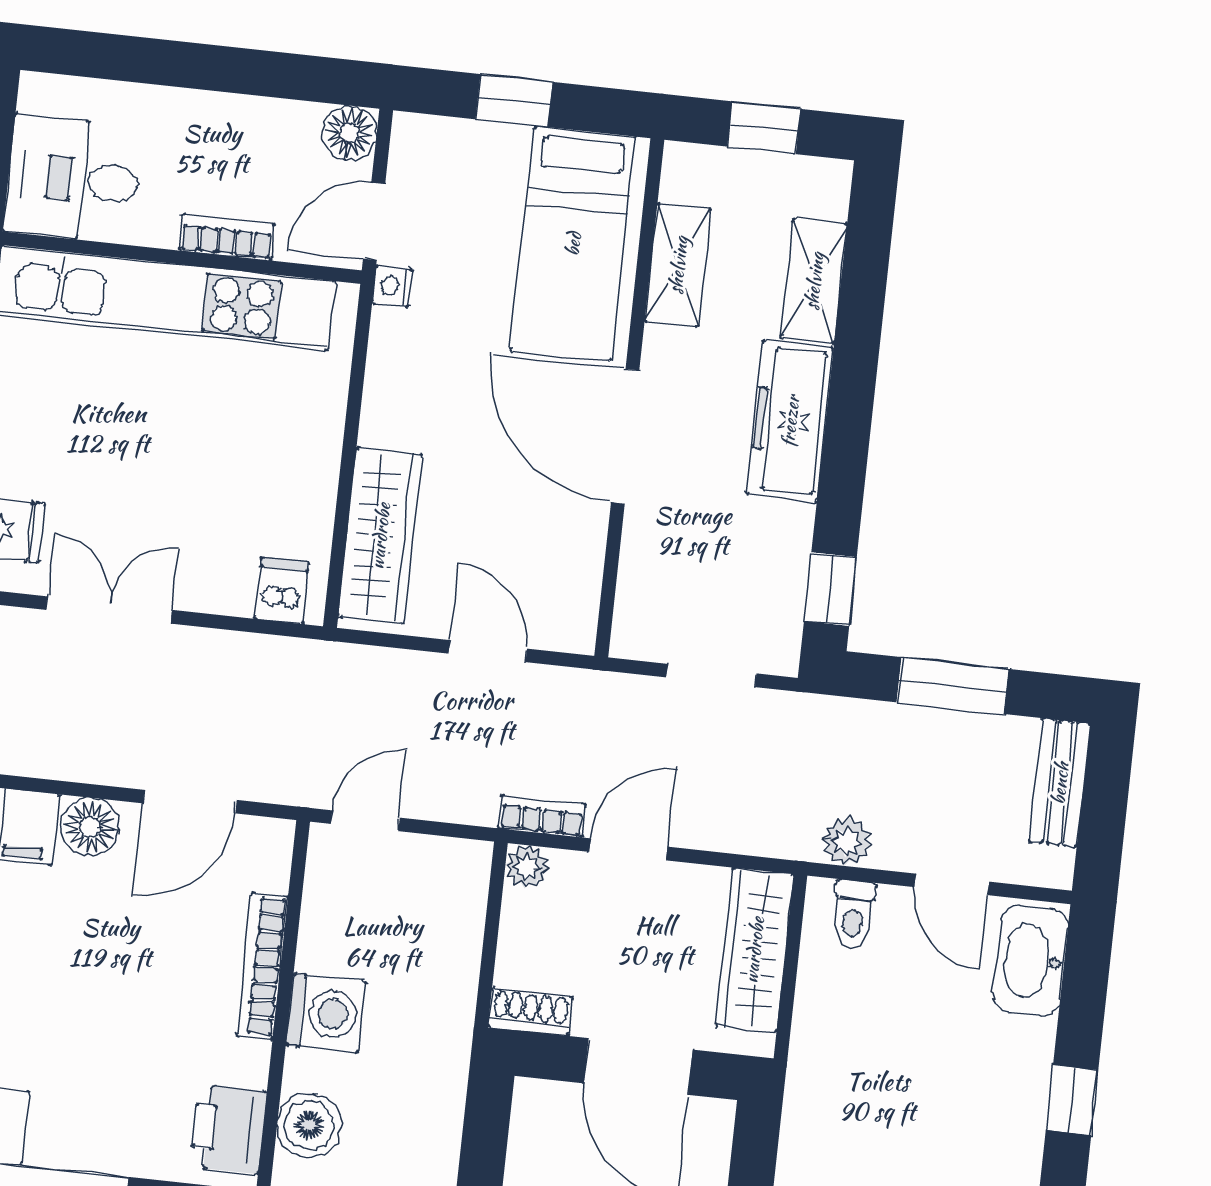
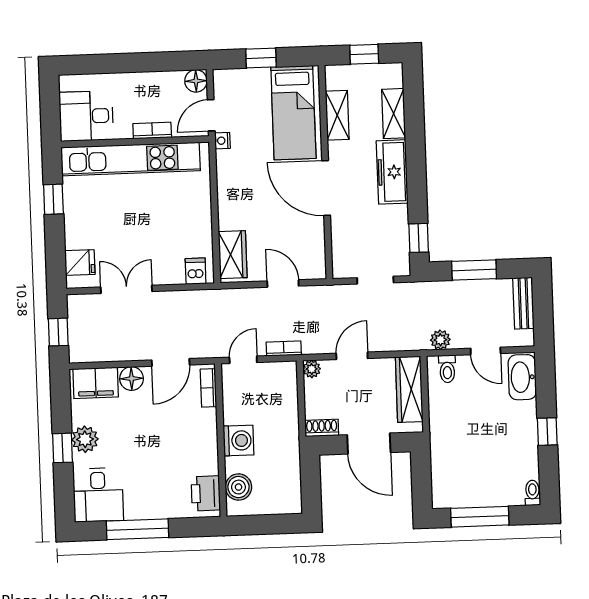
wardrobe: (380, 536) -> (233, 255), width x0.67
bookcase: (542, 816) -> (284, 349), moved
bookcase: (262, 966) -> (208, 388), moved, width x0.64

